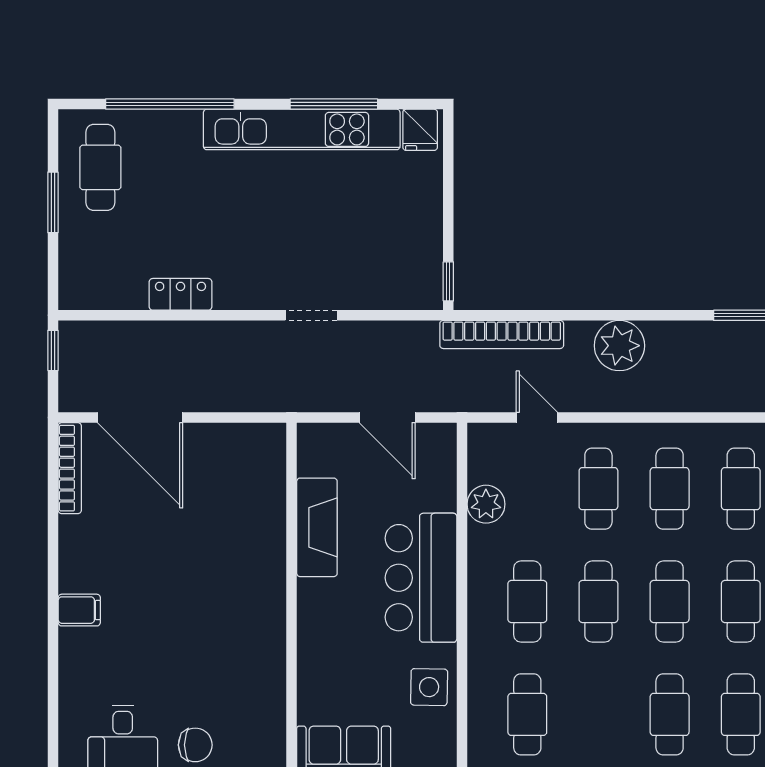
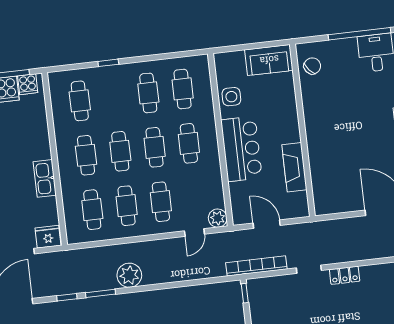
locker: (180, 294) -> (345, 275), moved
bookcase: (502, 334) -> (256, 266), moved
plant: (619, 346) -> (129, 275), moved
door: (537, 418) -> (194, 233), hinge flipped
plant: (486, 504) -> (218, 218), moved
cafe table: (670, 714) -> (148, 93), moved
chair: (195, 745) -> (312, 66), moved, turned 140

